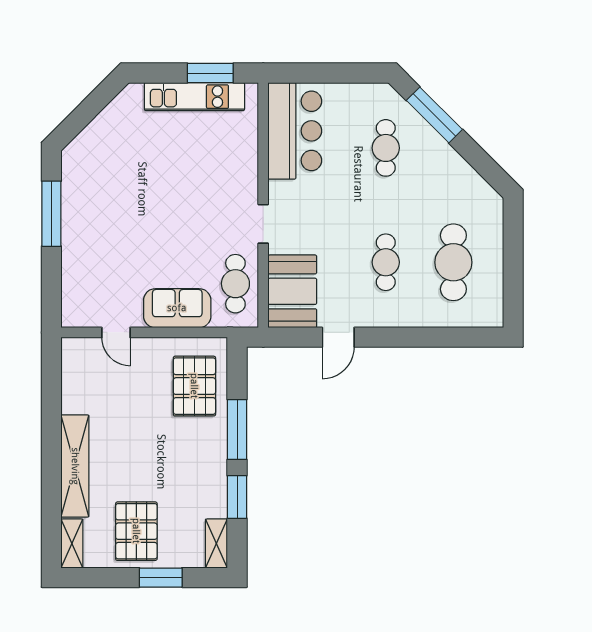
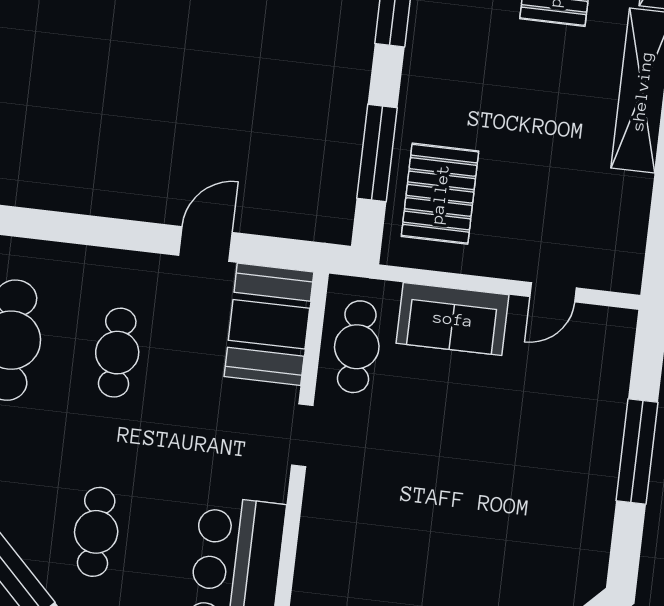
window: (51, 214) -> (637, 452), moved
door: (116, 332) -> (553, 292), swing flipped
window: (237, 430) -> (377, 153), moved

